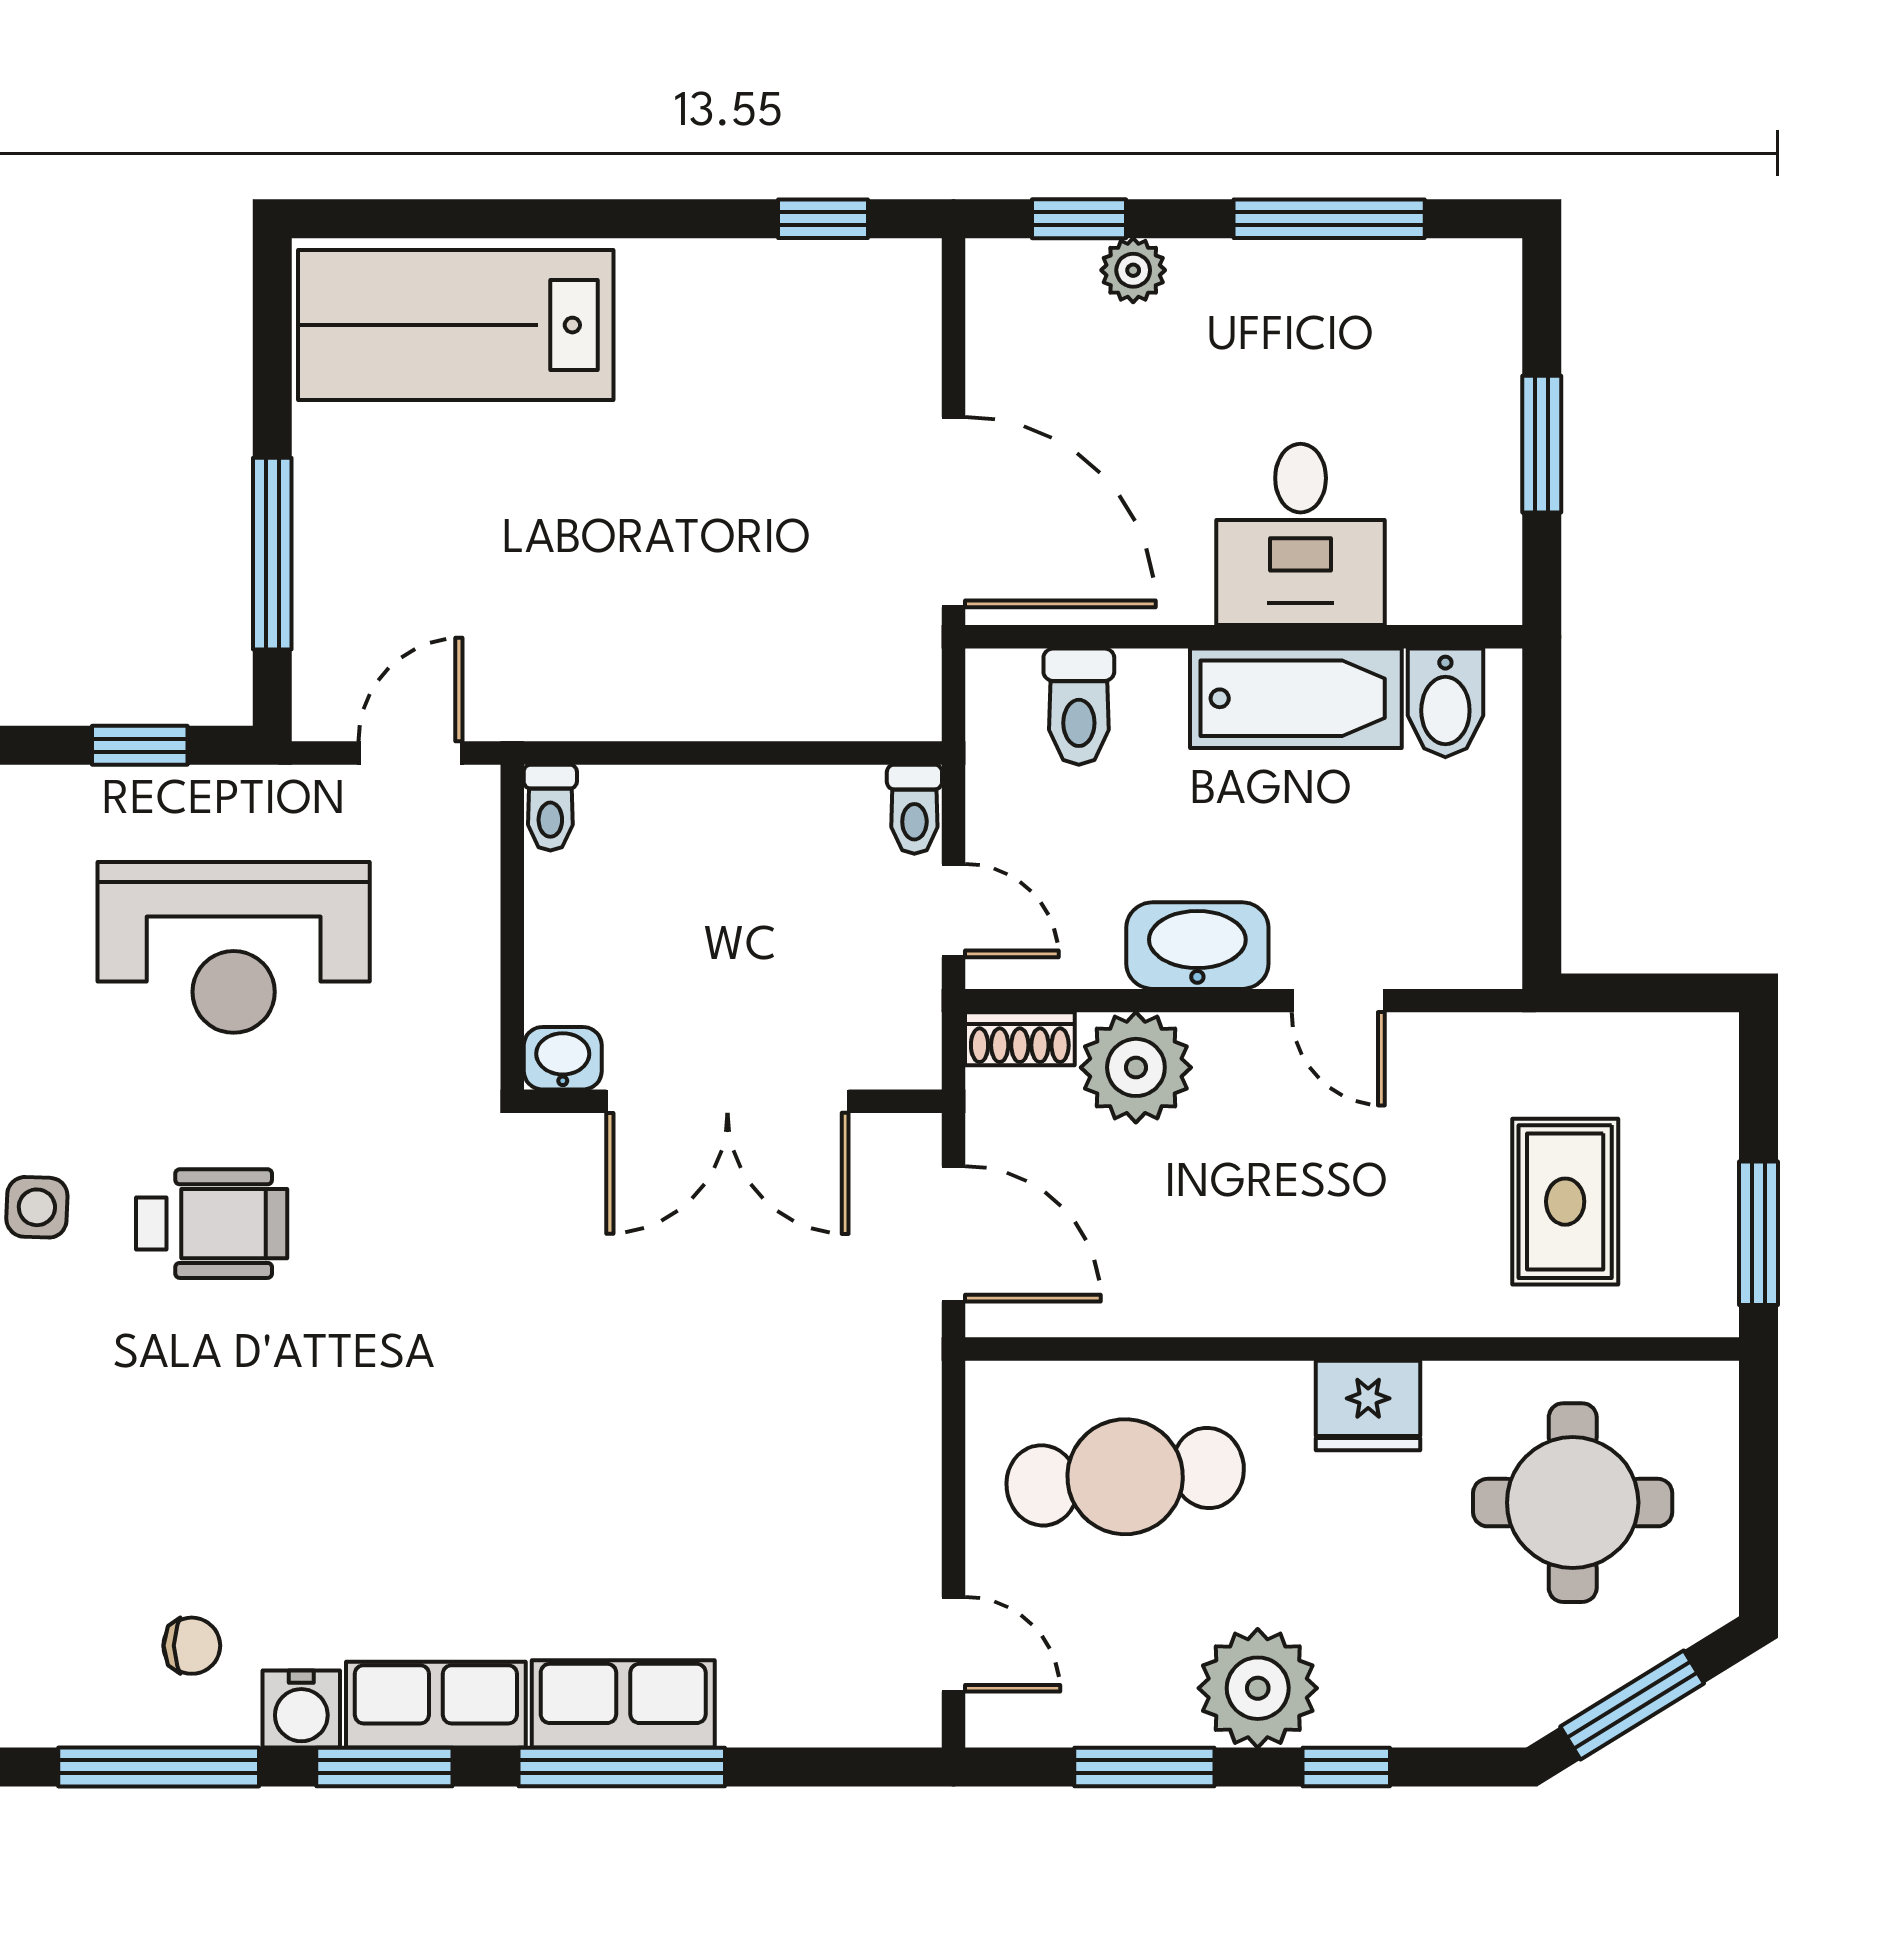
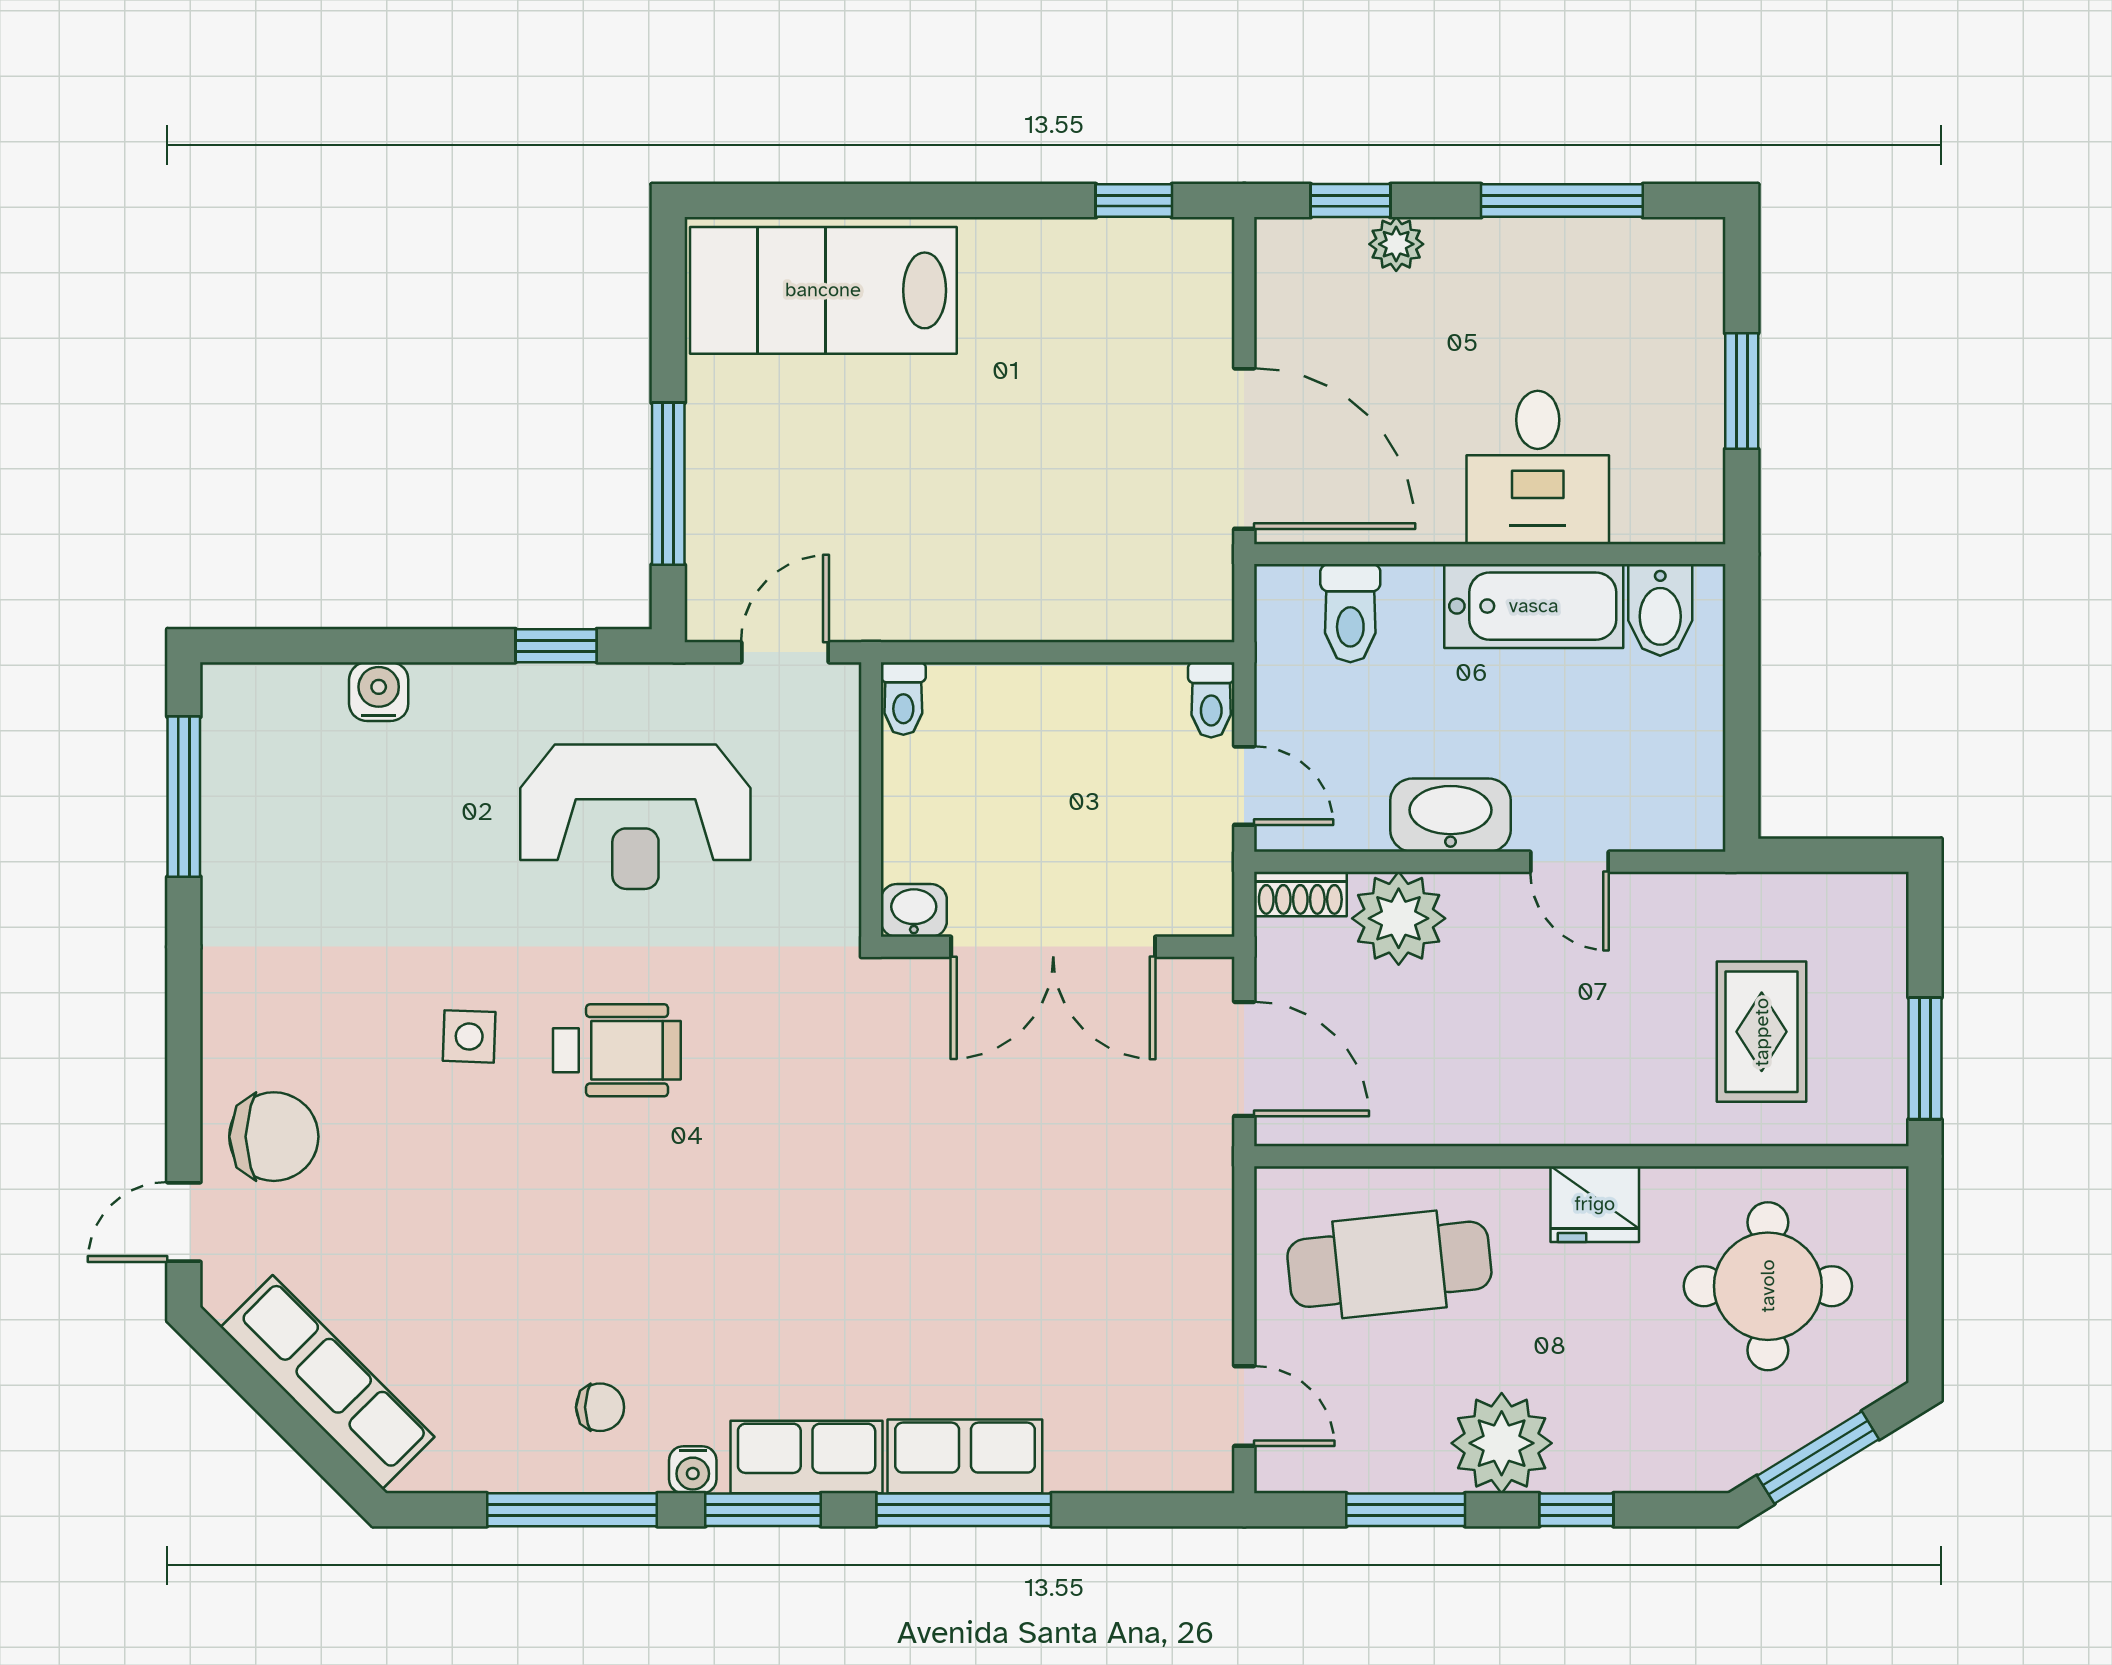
water cooler: (301, 1709) -> (693, 1470), width x0.72, depth x0.72

